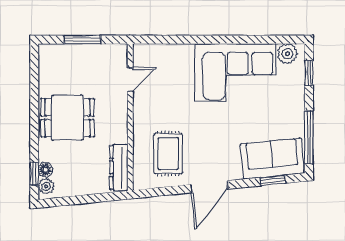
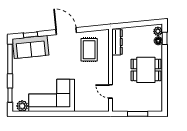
door: (130, 80) -> (111, 91), hinge flipped
door: (209, 187) -> (66, 31), hinge flipped

